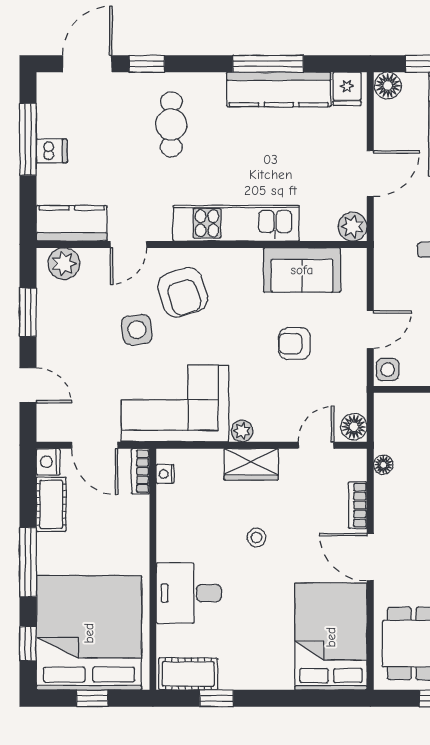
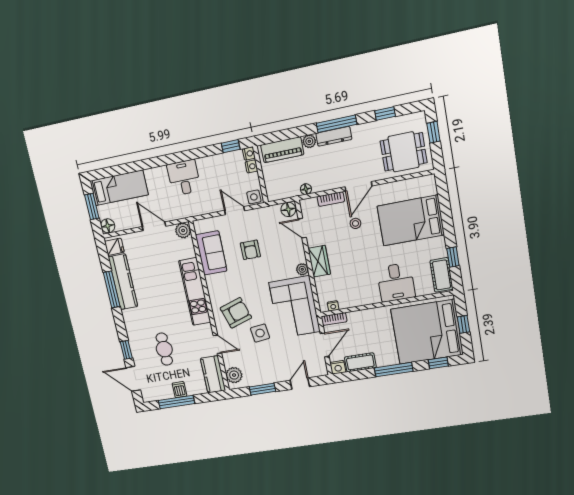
cafe table: (171, 124) -> (164, 349), moved, turned 90
stool: (257, 538) -> (355, 223), moved
bed: (331, 637) -> (411, 220), moved

